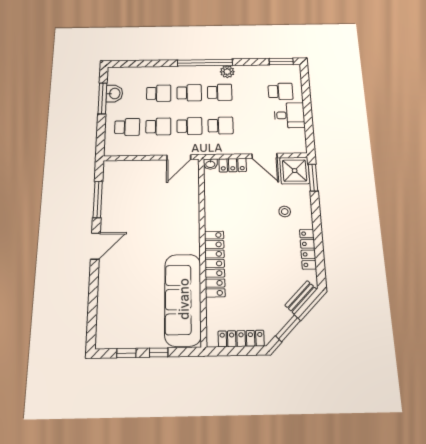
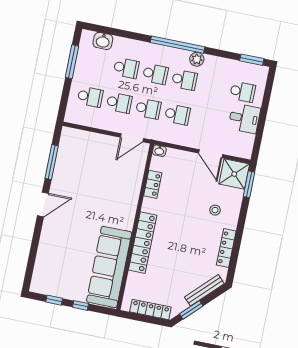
washbasin: (114, 94) -> (103, 41), moved, turned 90
locker: (233, 165) -> (153, 184), moved, turned -90
bench: (301, 297) -> (204, 290), width x1.36

